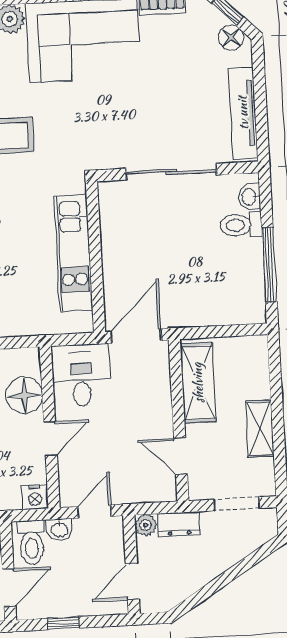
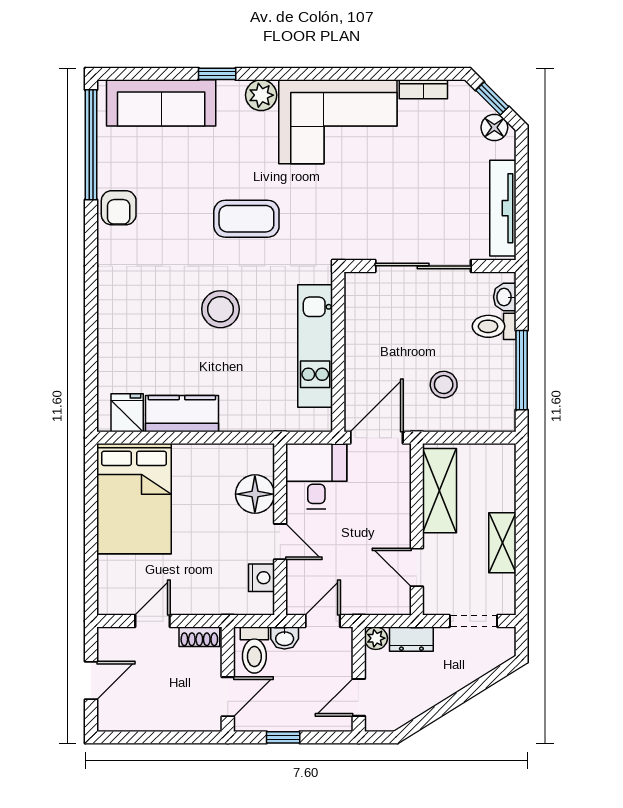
stool: (196, 282) -> (444, 385), added
door: (50, 439) -> (280, 542), hinge flipped
nightstand: (35, 497) -> (262, 578), moved, turned -90

